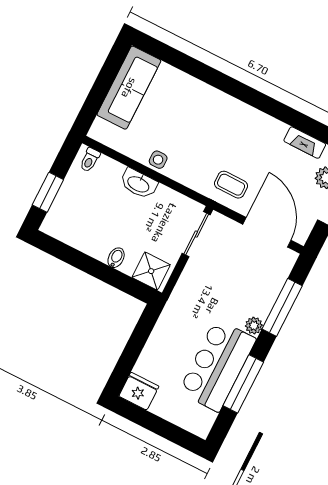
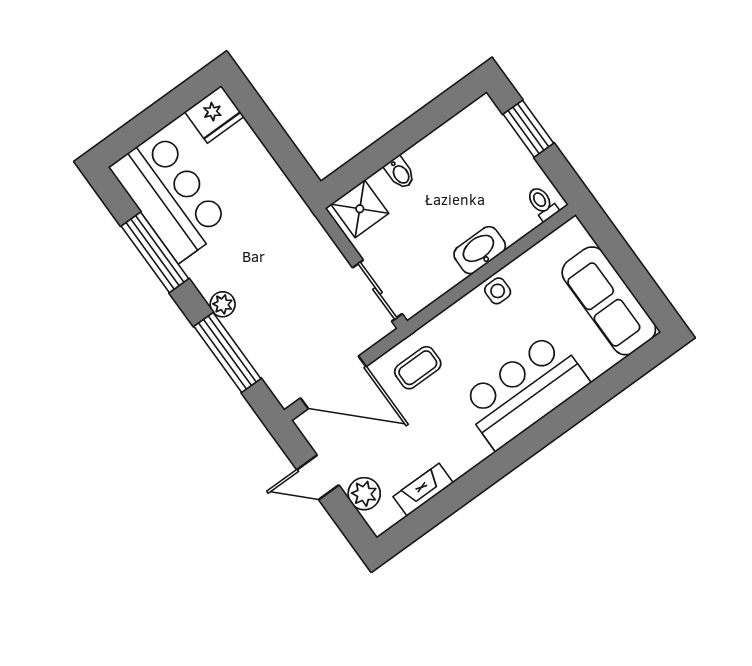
bar counter: (211, 111) -> (524, 391), added
bar counter: (217, 365) -> (170, 196), moved

